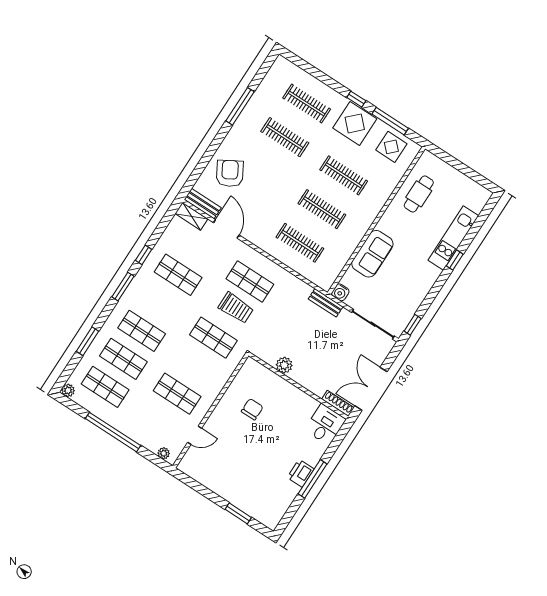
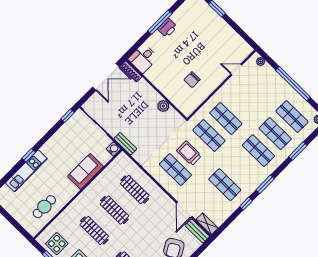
shop shelf: (177, 394) -> (226, 118), moved

